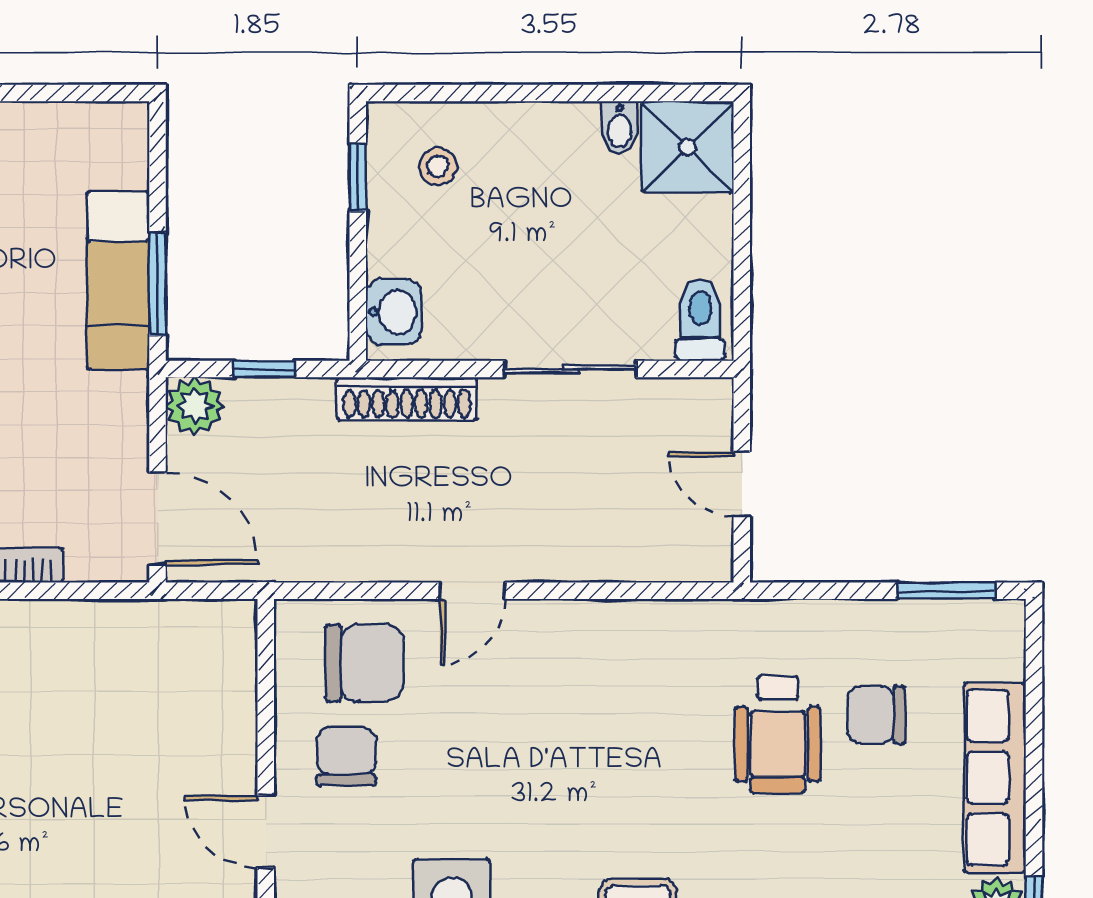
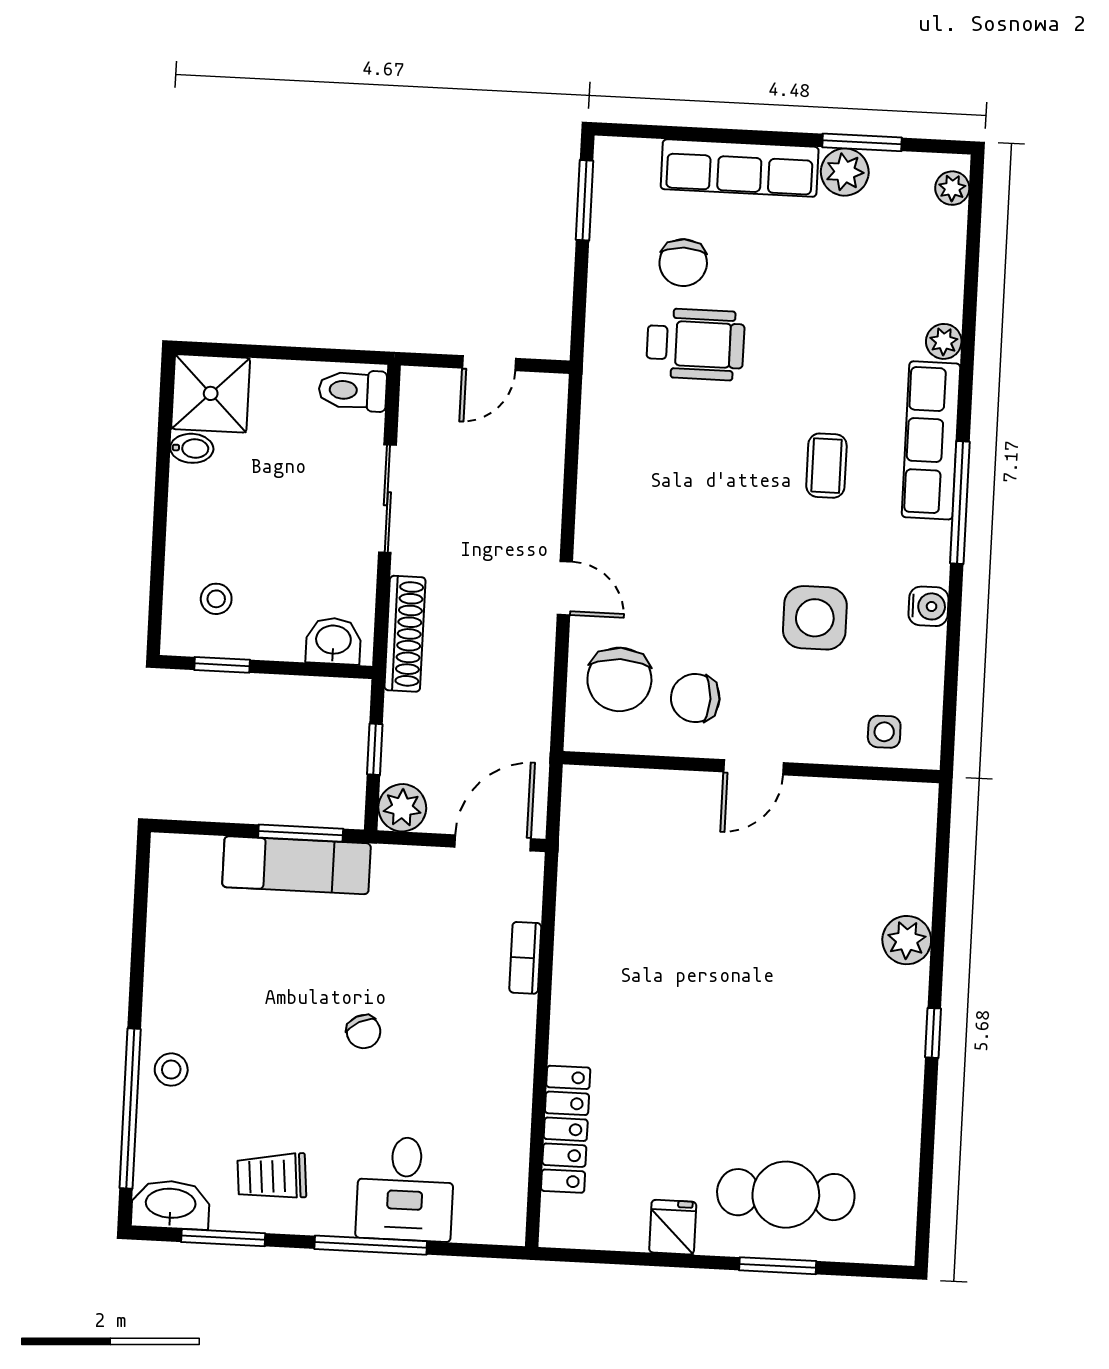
chair: (364, 663) -> (619, 679), turned 180

